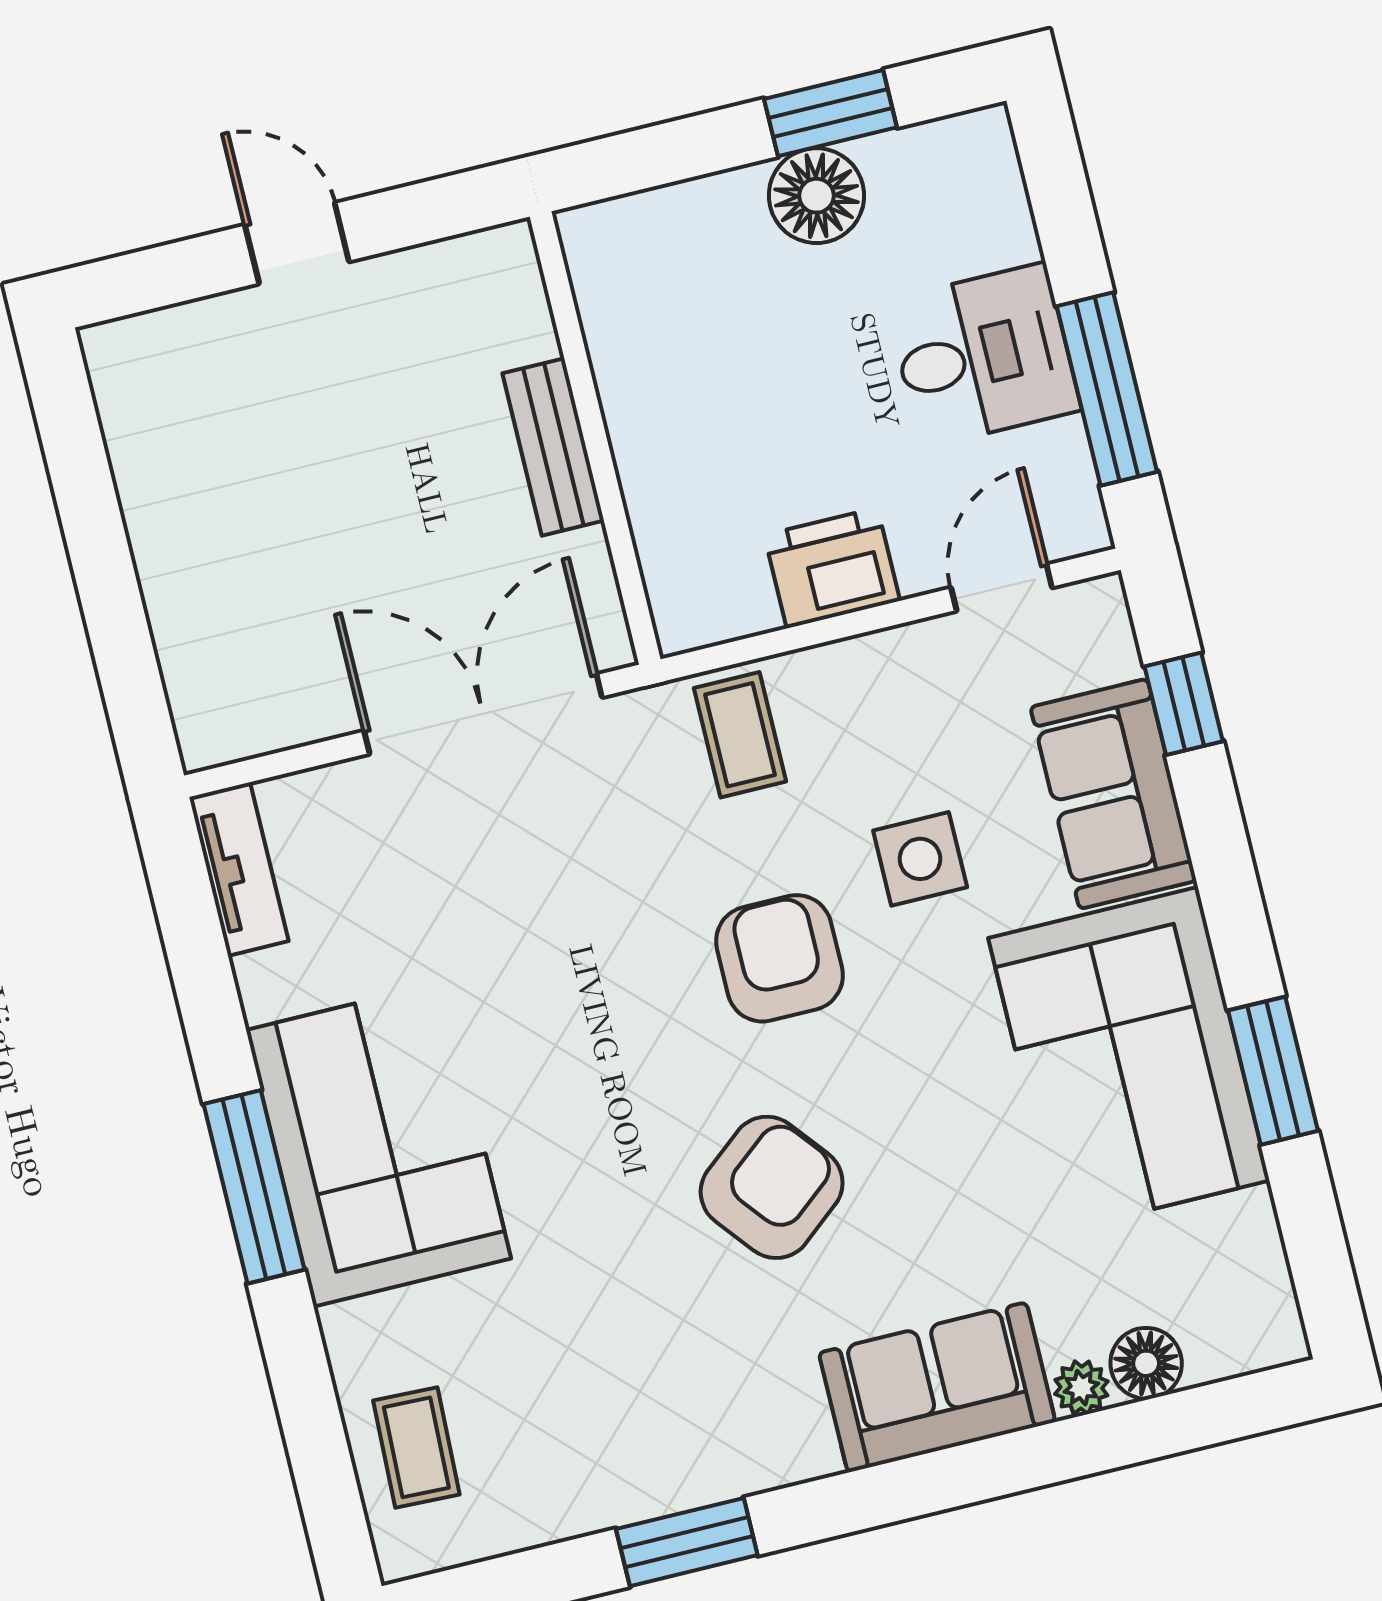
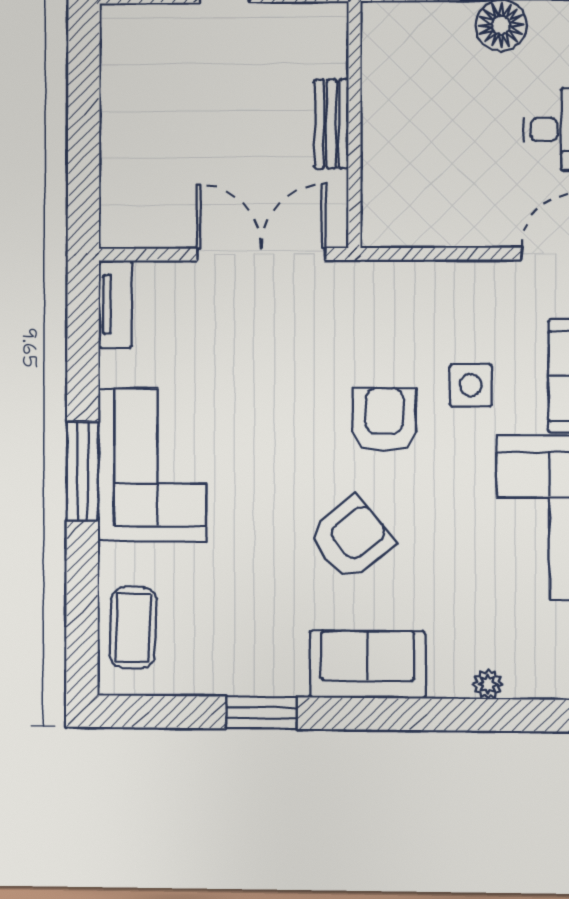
printer: (832, 568) -> (462, 222), removed
coffee table: (740, 735) -> (392, 297), removed
floor lamp: (1146, 1363) -> (525, 680), removed
sofa: (937, 1387) -> (368, 665), moved
coffee table: (416, 1447) -> (133, 628), width x1.36, depth x1.30

